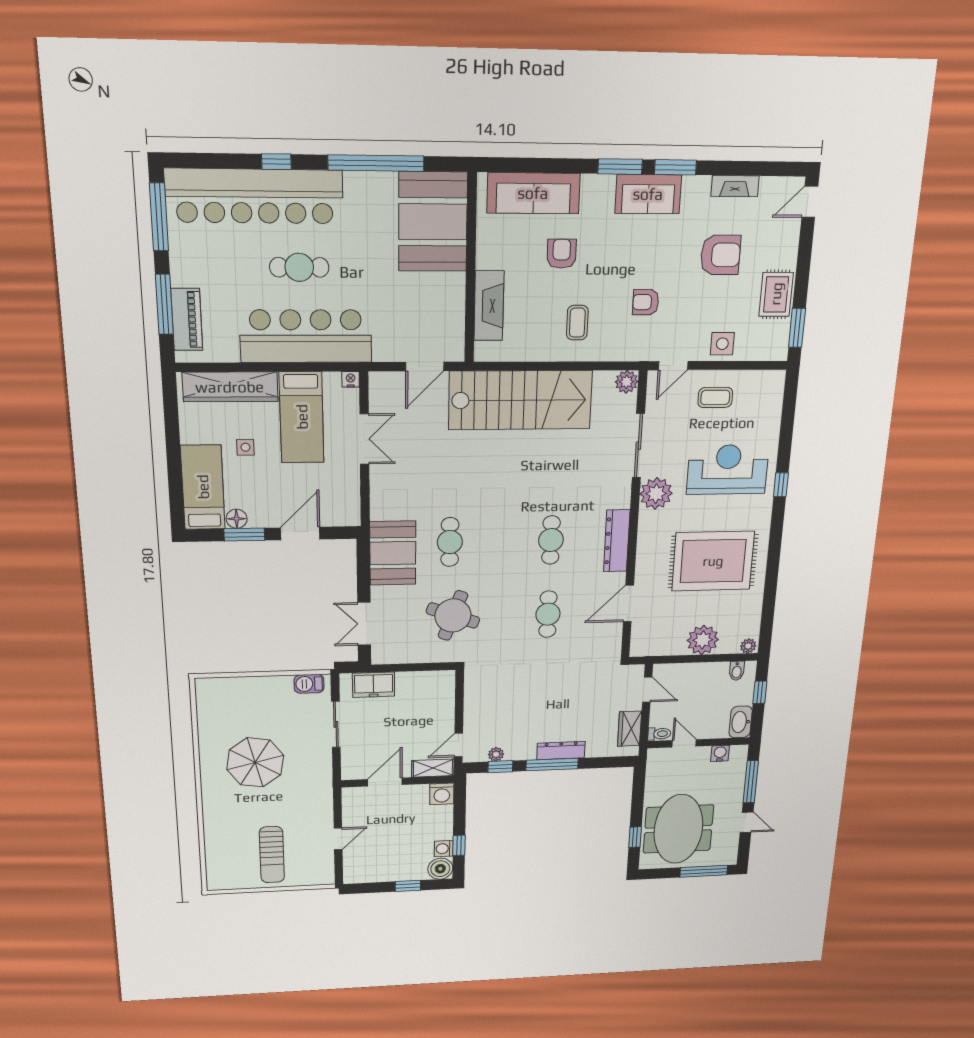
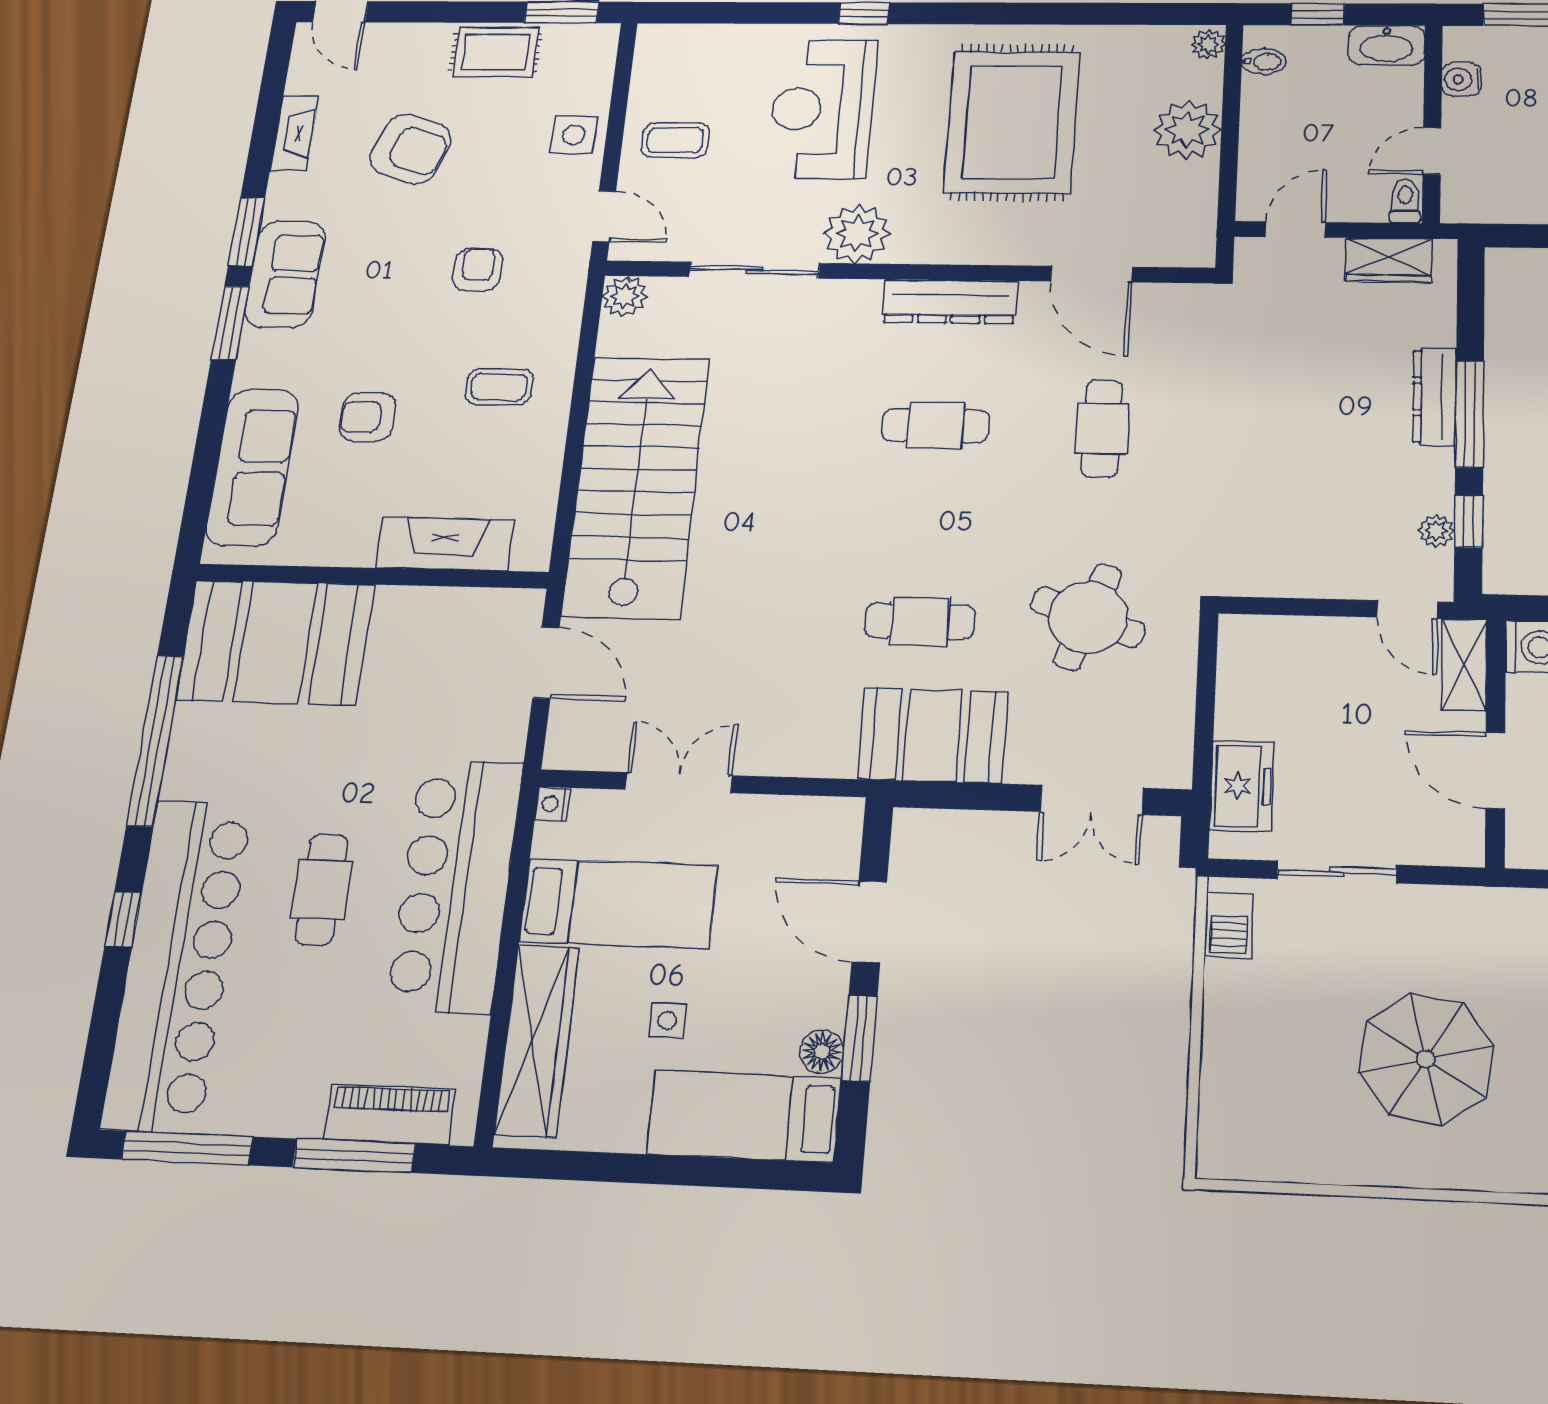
armchair: (720, 255) -> (411, 149), turned 109
armchair: (646, 302) -> (478, 270), turned 180
coffee table: (715, 397) -> (675, 140), turned 90
cafe table: (548, 614) -> (1102, 428), turned 90

